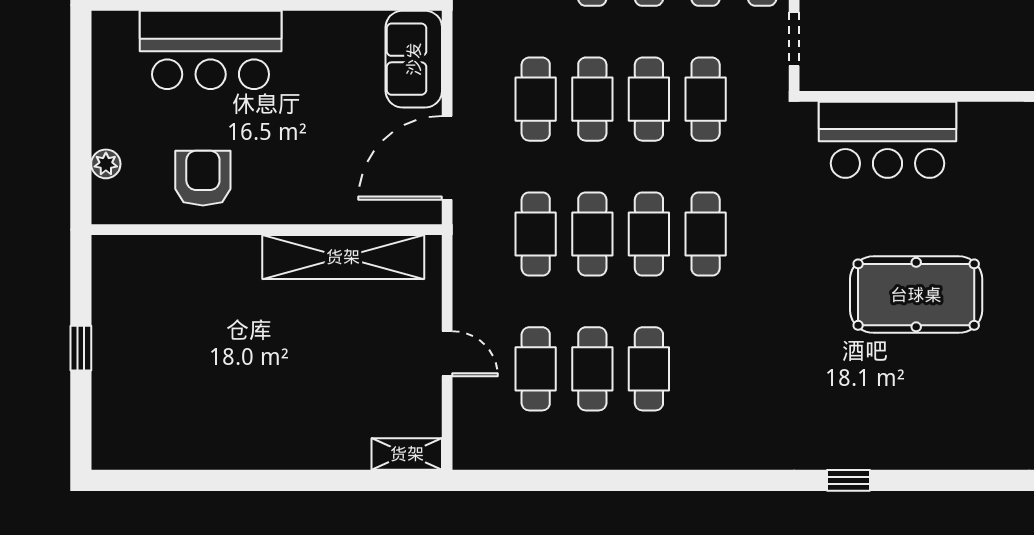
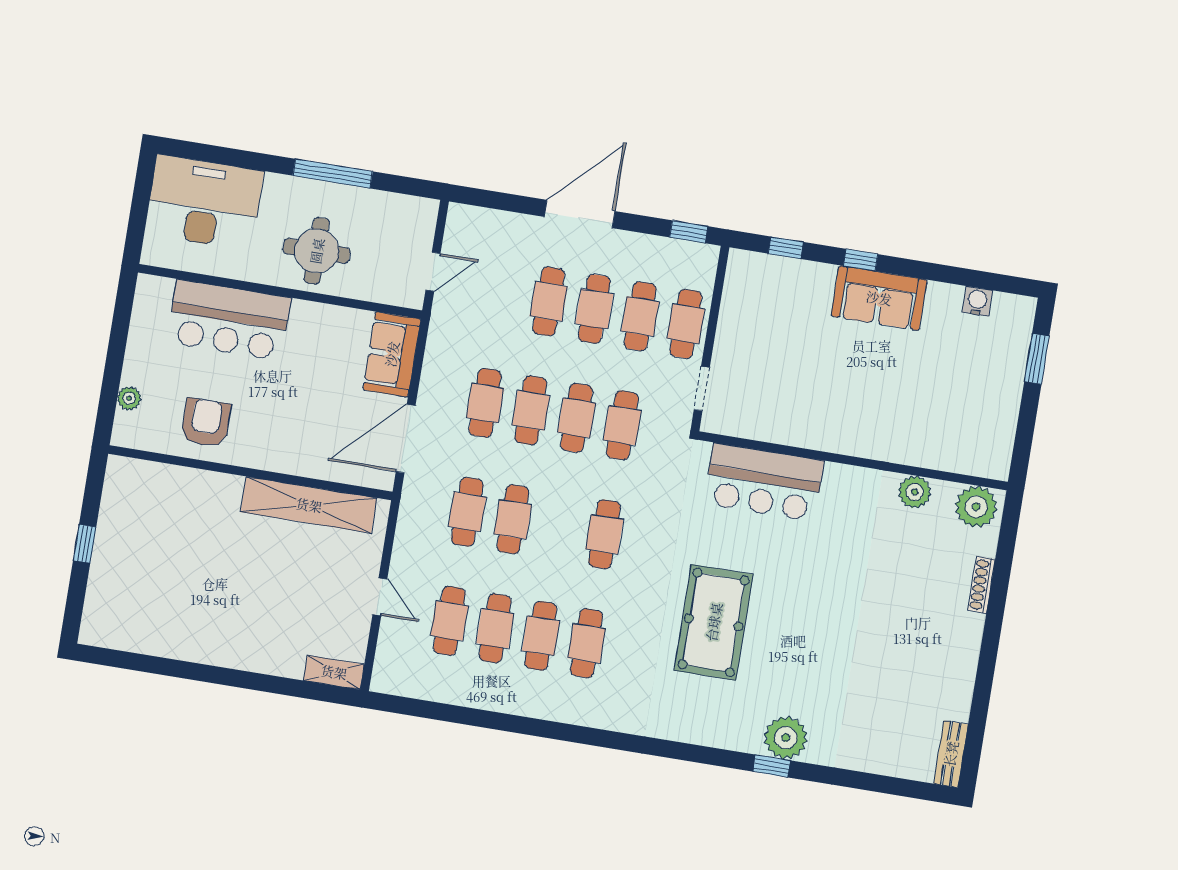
cafe table: (649, 234) -> (587, 643), moved
pool table: (916, 295) -> (714, 622), moved, turned 90
plant: (964, 443) -> (786, 738), added
window: (848, 480) -> (771, 766), moved

